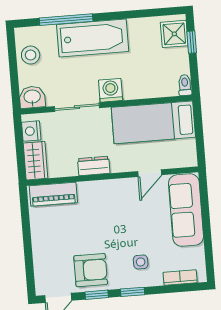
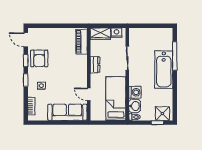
stool: (31, 55) -> (157, 35), removed
washing machine: (111, 90) -> (135, 92), moved
washbasin: (32, 97) -> (135, 106), moved

